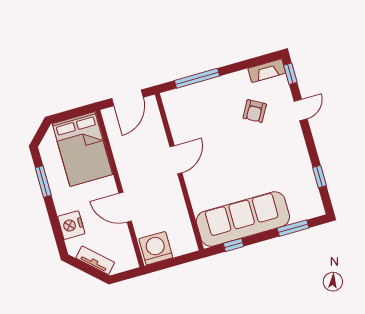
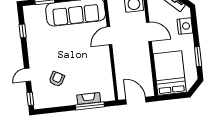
fireplace: (267, 71) -> (89, 98), moved
door: (127, 98) -> (136, 101), hinge flipped
door: (176, 160) -> (109, 36), moved

